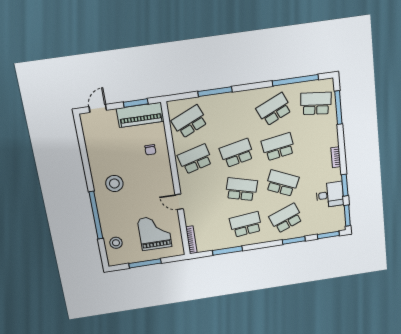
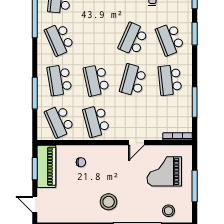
school desk: (278, 147) -> (59, 80), moved

